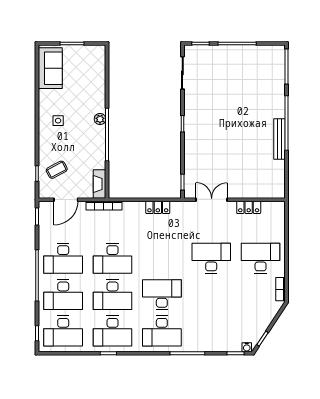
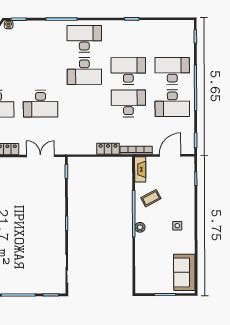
coffee table: (57, 170) -> (151, 198), moved
double door: (212, 200) -> (40, 156), swing flipped
locker: (158, 207) -> (108, 149), moved
desk: (63, 258) -> (172, 103), turned 180
desk: (63, 331) -> (172, 38), removed
desk: (113, 331) -> (128, 39), removed

